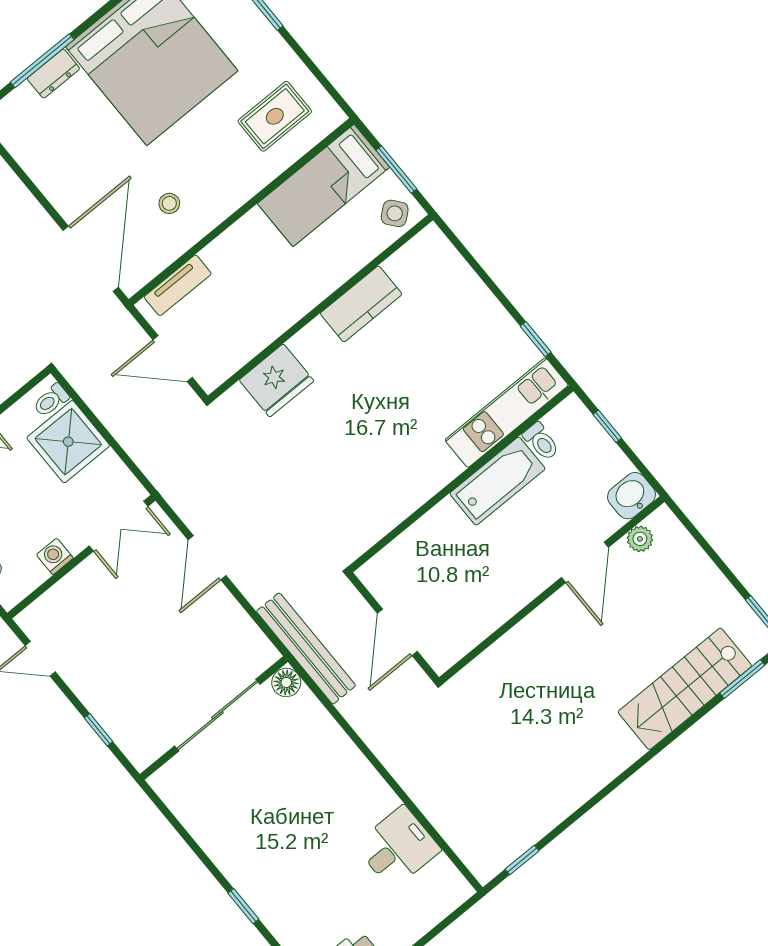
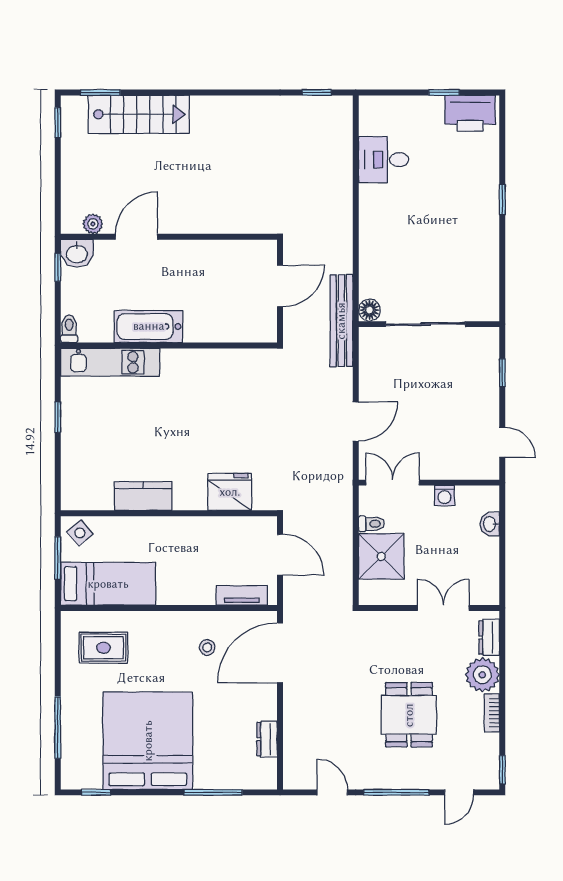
dresser: (53, 74) -> (267, 739), moved, turned -90
window: (536, 339) -> (58, 417), moved
toilet: (51, 400) -> (371, 524), moved
window: (607, 426) -> (58, 267), moved
toilet: (541, 441) -> (69, 329), moved

